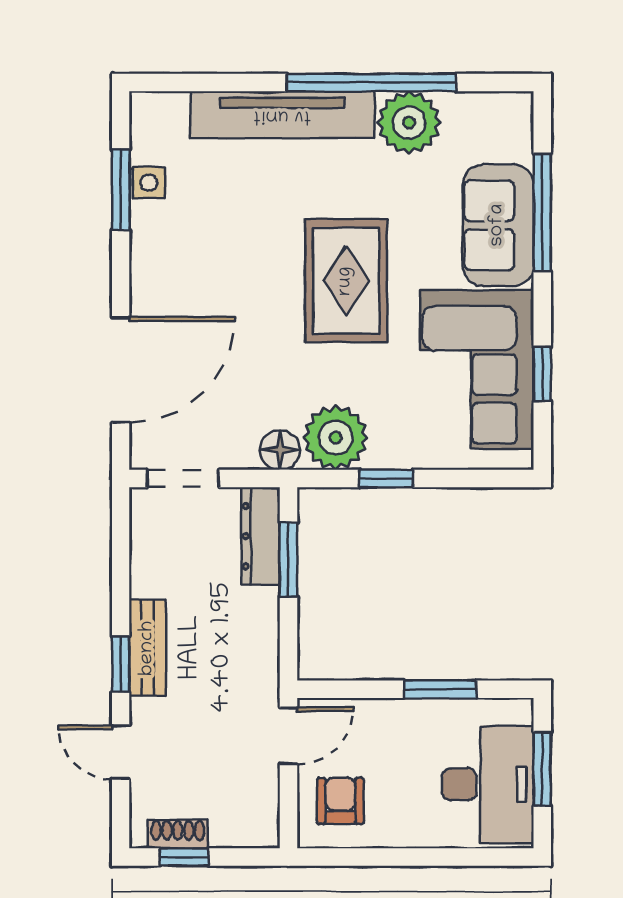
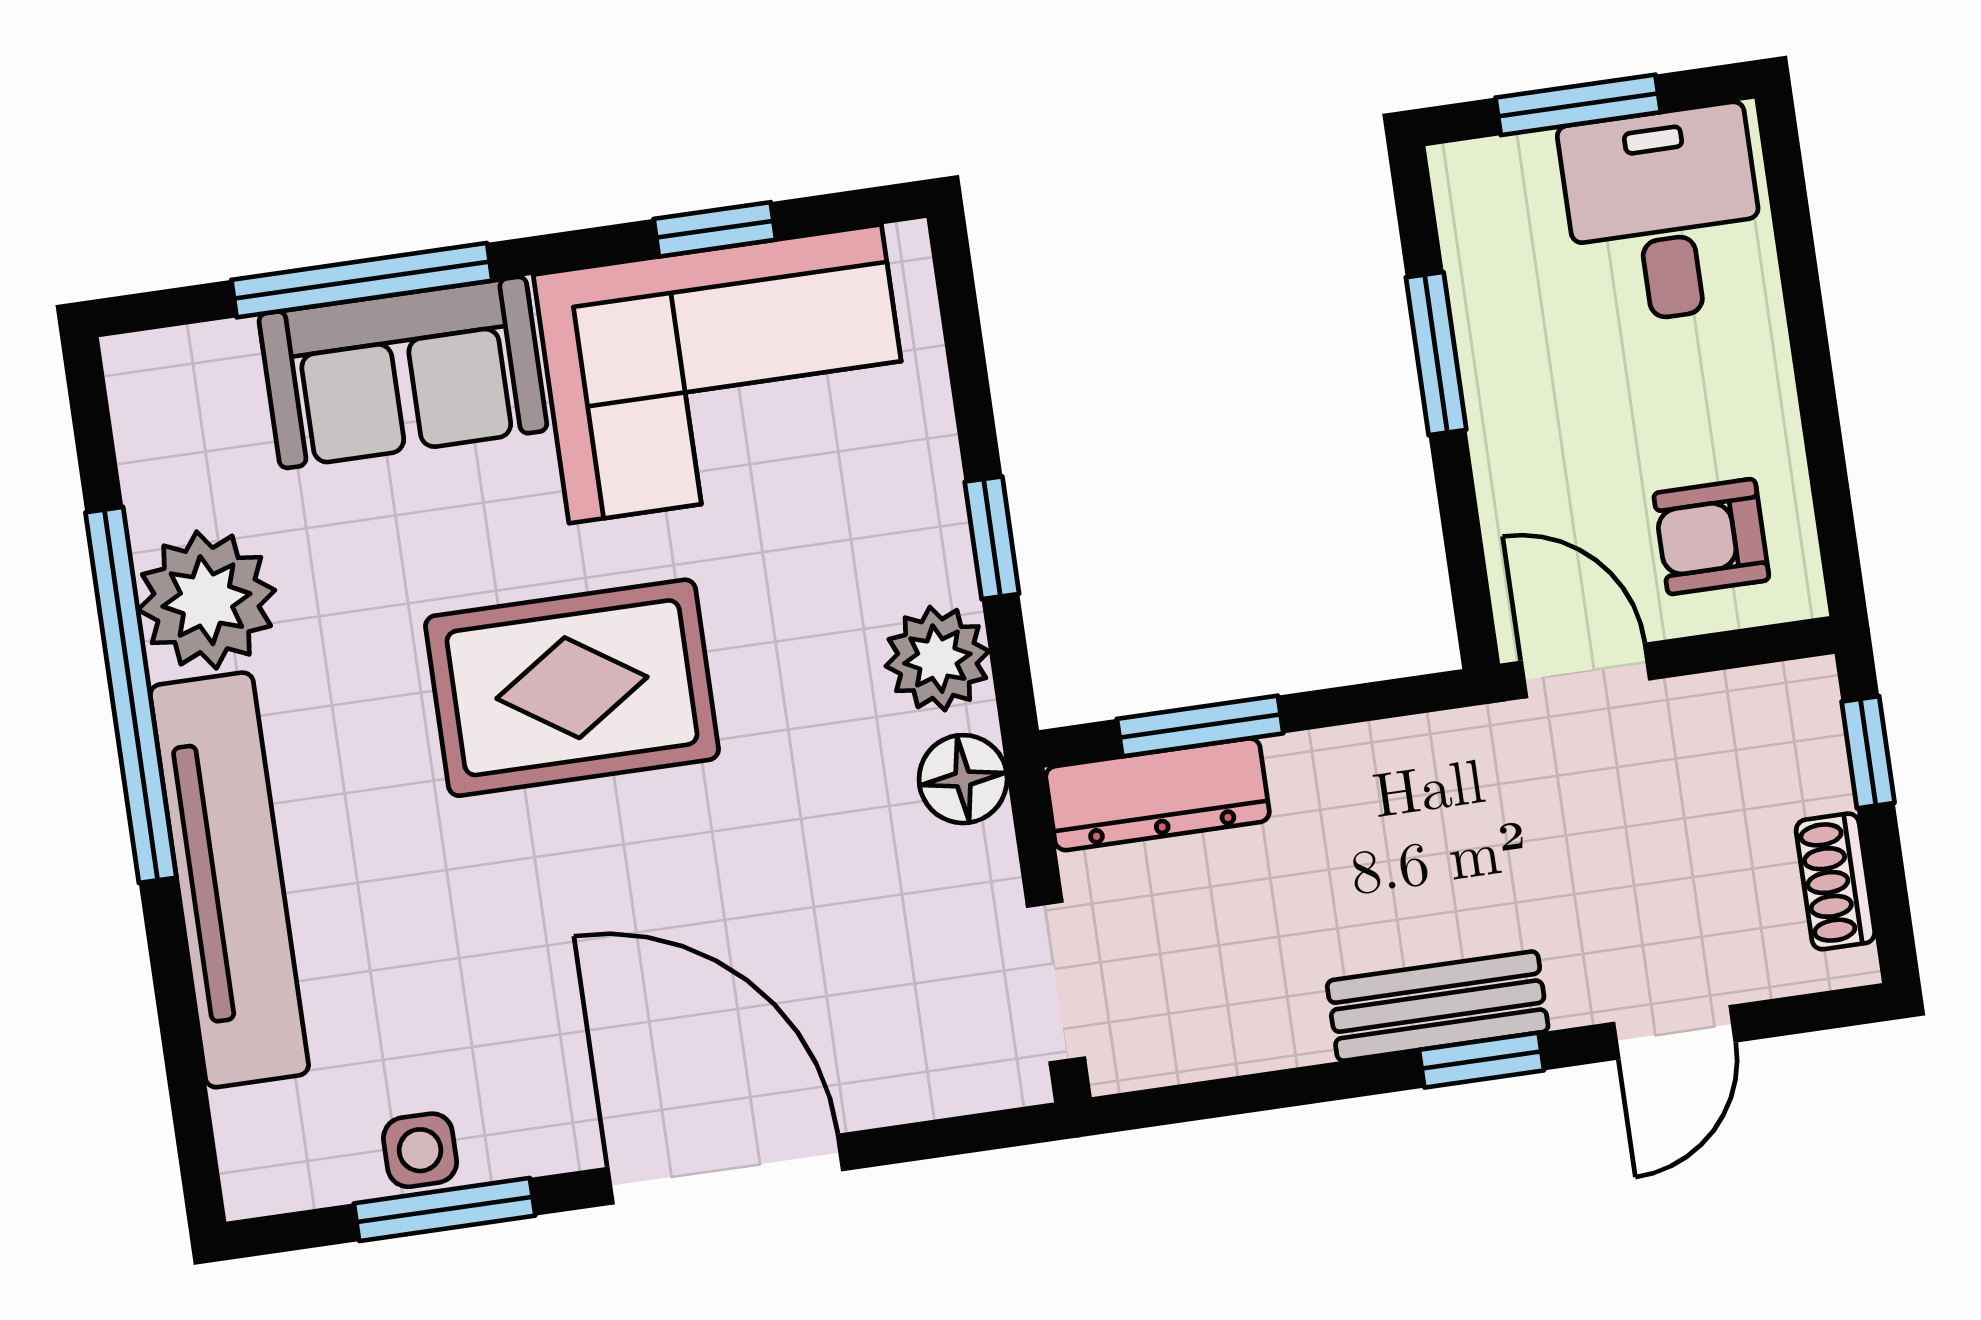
door: (121, 370) -> (725, 1169), moved
plant: (336, 438) -> (937, 659), width x0.73, depth x0.73
desk: (488, 784) -> (1664, 215), width x0.73
window: (184, 857) -> (1868, 752), moved

